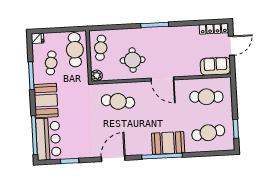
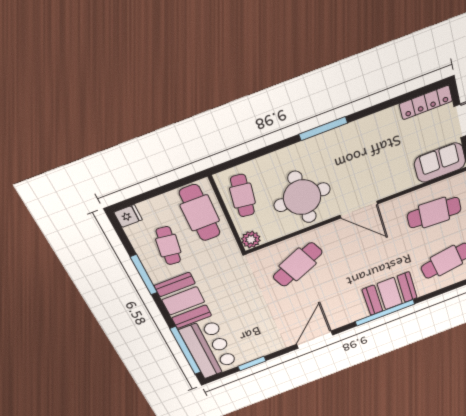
round table: (133, 60) -> (302, 197), width x1.36, depth x1.36
cafe table: (118, 101) -> (298, 265), turned -33

